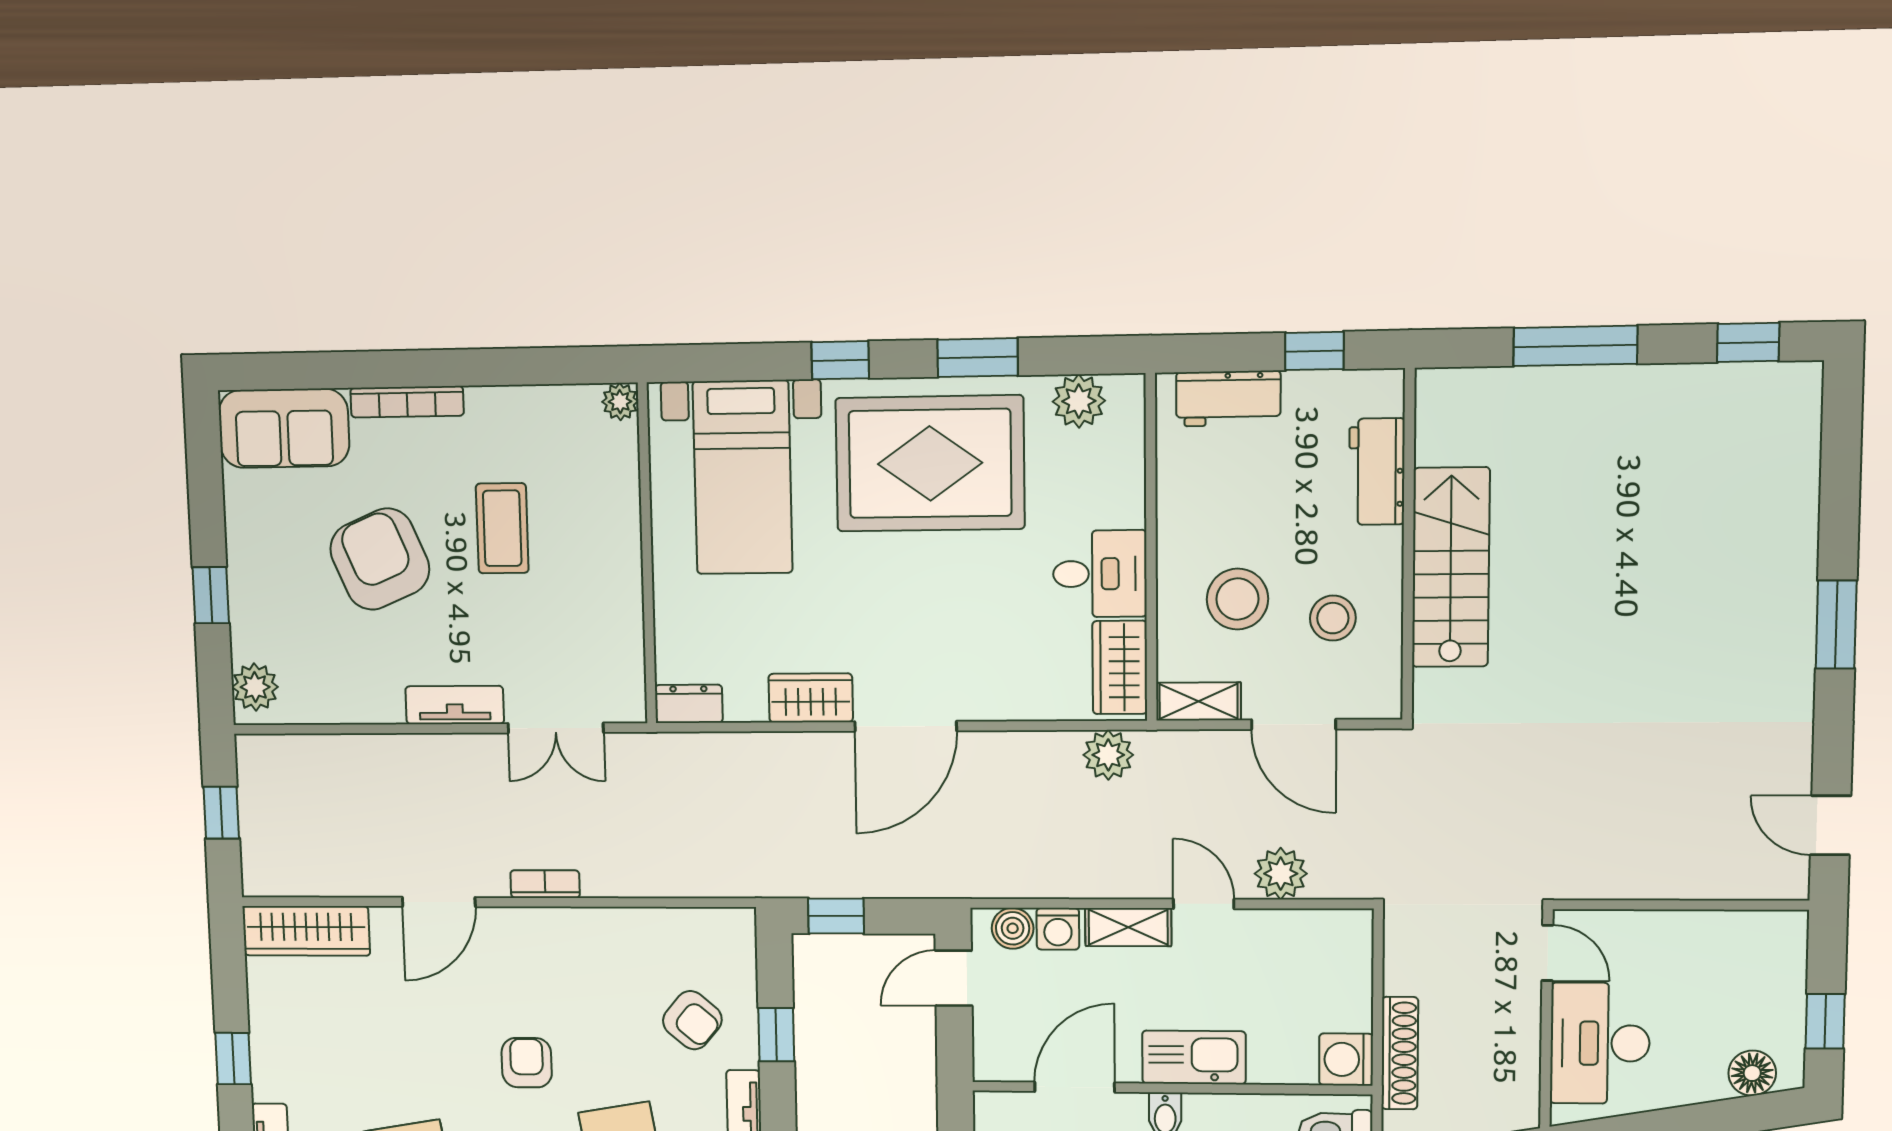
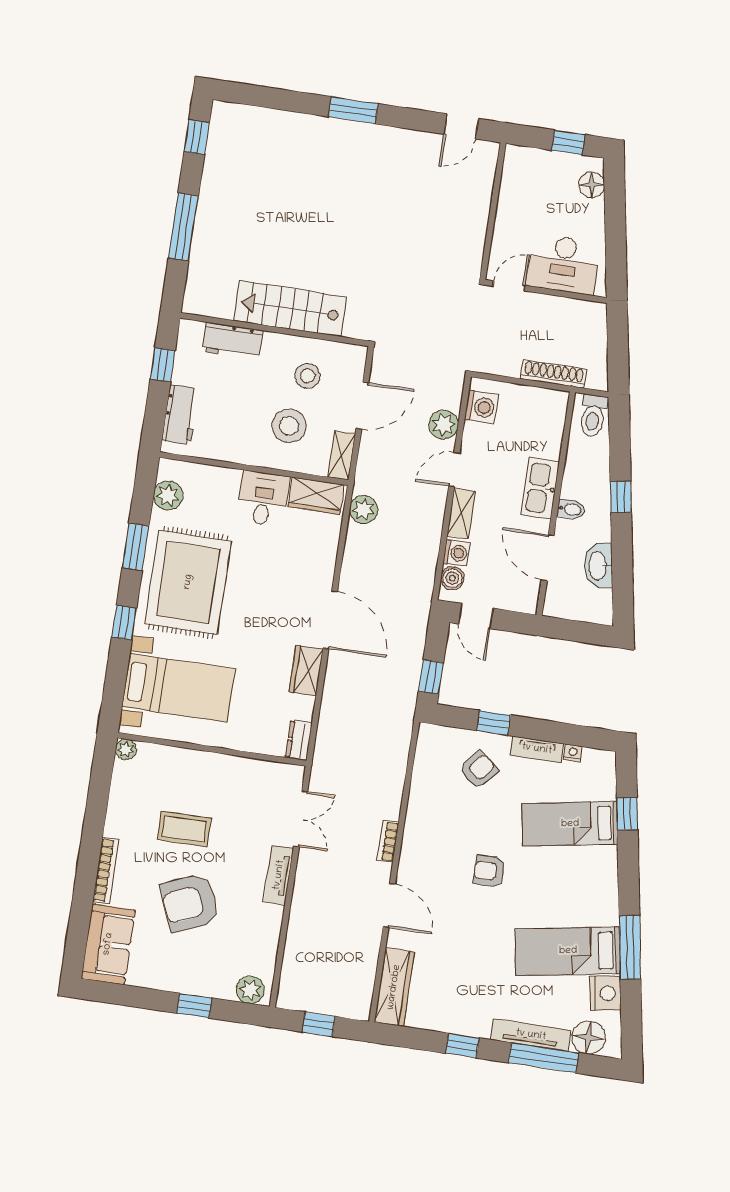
washing machine: (1346, 1059) -> (481, 407), moved, turned -90

